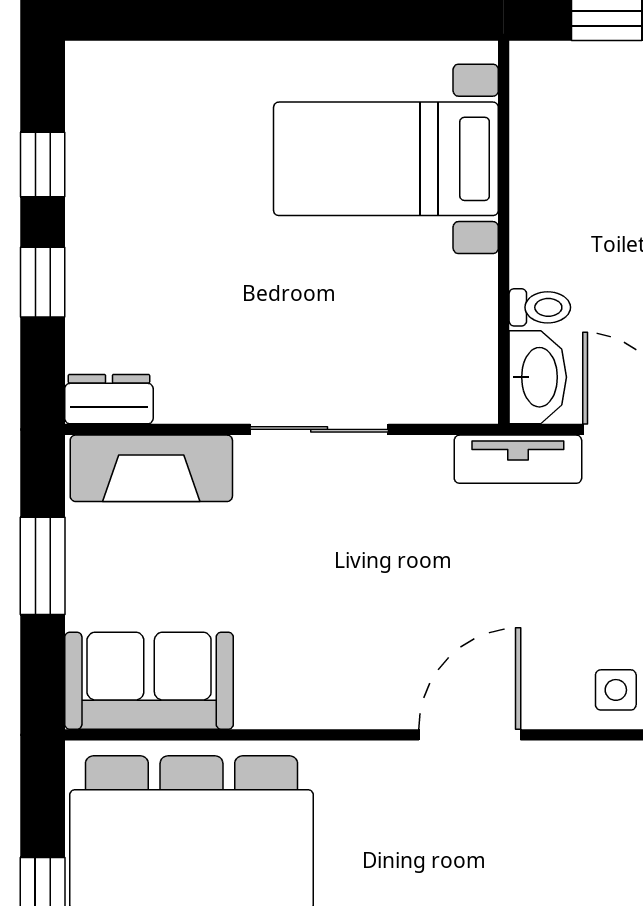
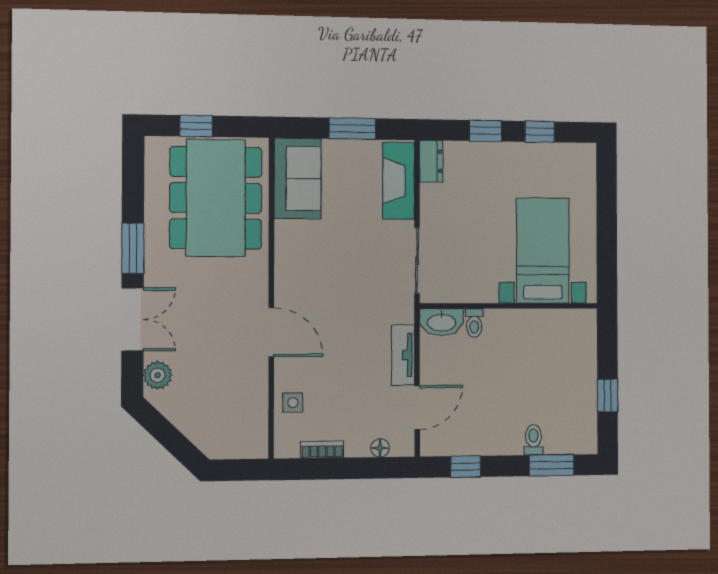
bed with nightstands: (386, 159) -> (543, 251), moved
wall: (504, 232) -> (509, 306), moved
toilet: (540, 307) -> (474, 323), moved
washbasin: (538, 377) -> (442, 322), moved

